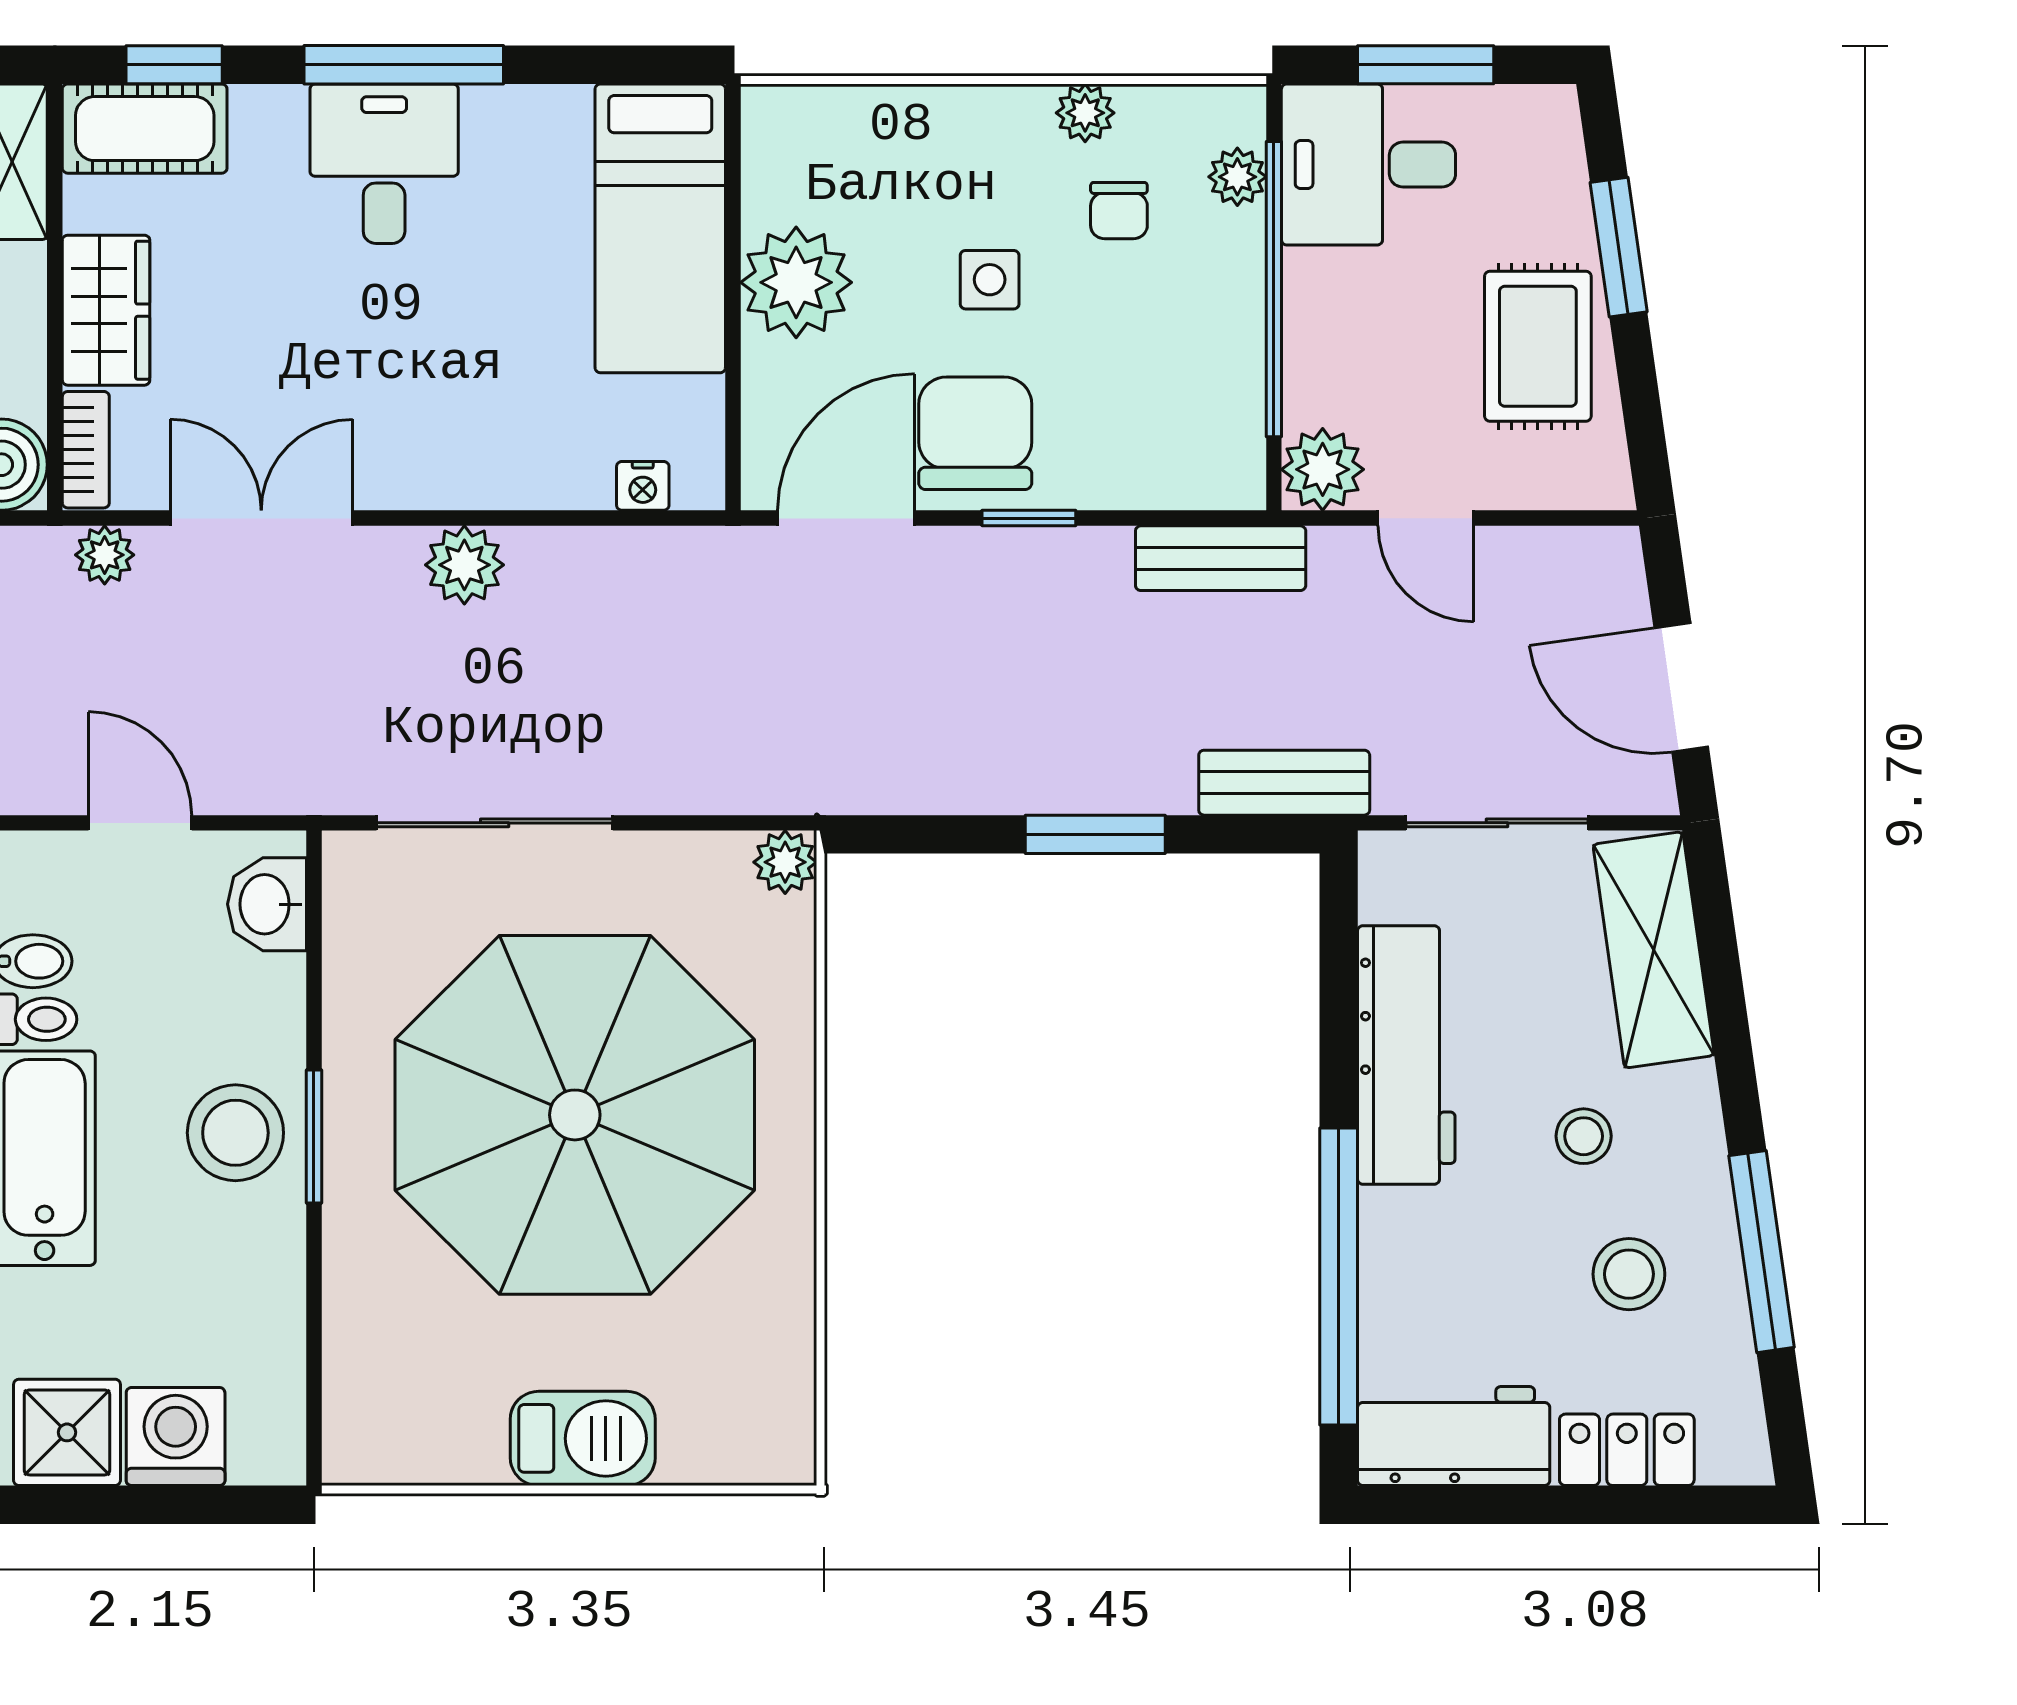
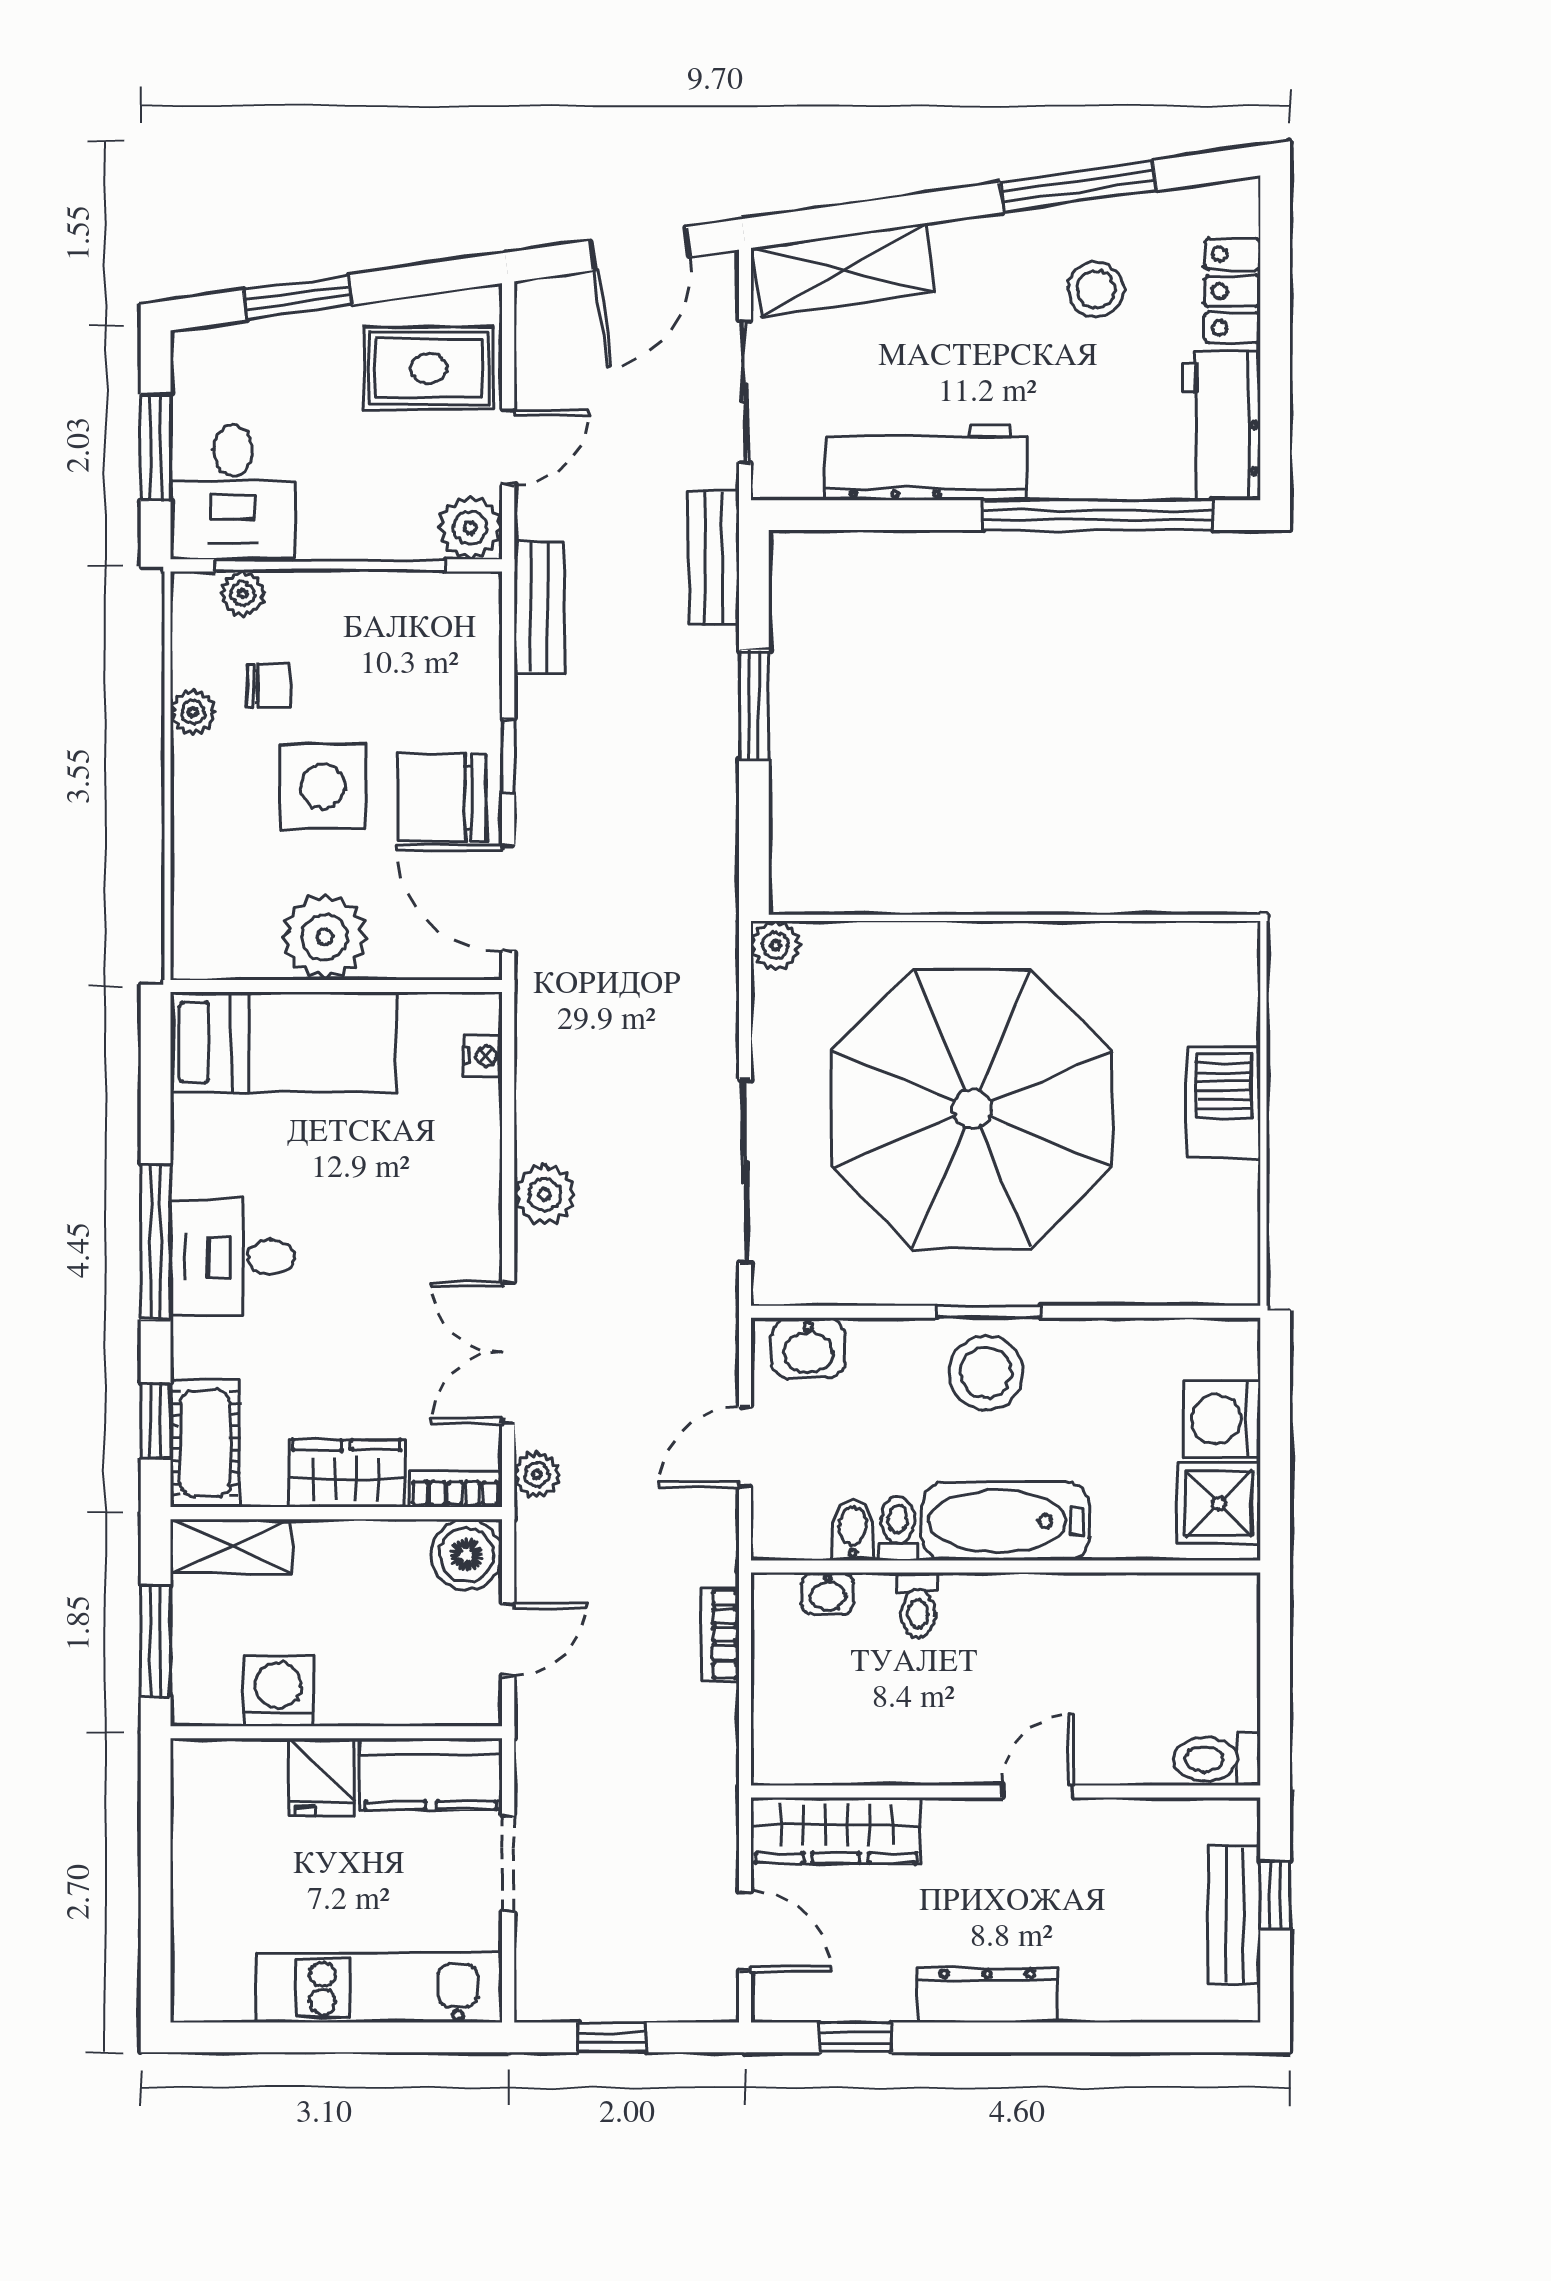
side table: (990, 280) -> (323, 786), width x1.87, depth x1.87
rug: (1538, 346) -> (429, 368), moved
stool: (1584, 1136) -> (989, 325), removed

